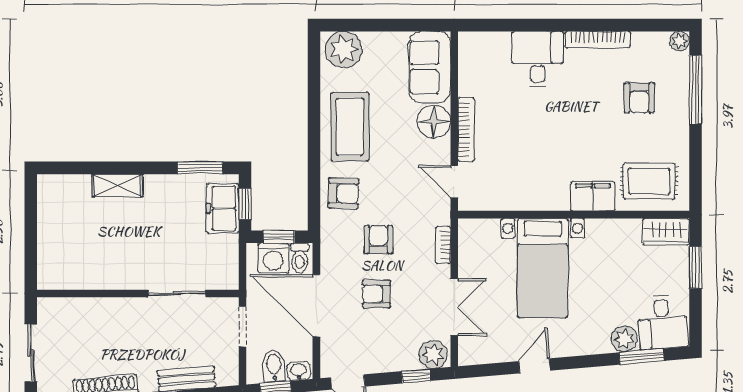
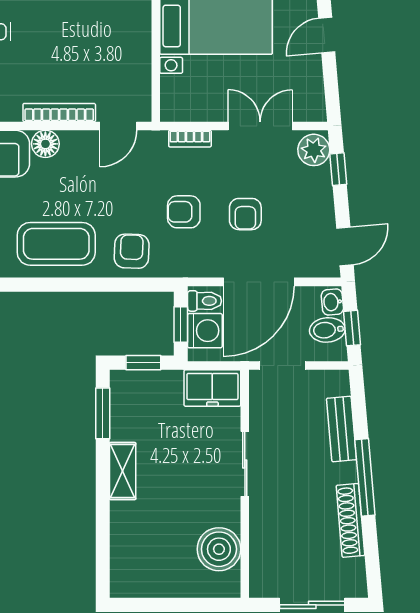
floor lamp: (434, 122) -> (45, 144), width x0.73, depth x0.73
shelving: (118, 185) -> (123, 471), moved
freezer: (223, 208) -> (212, 388), moved
boiler: (80, 271) -> (219, 549), added
sliding door: (177, 293) -> (245, 464), moved
door: (535, 366) -> (327, 35), hinge flipped

